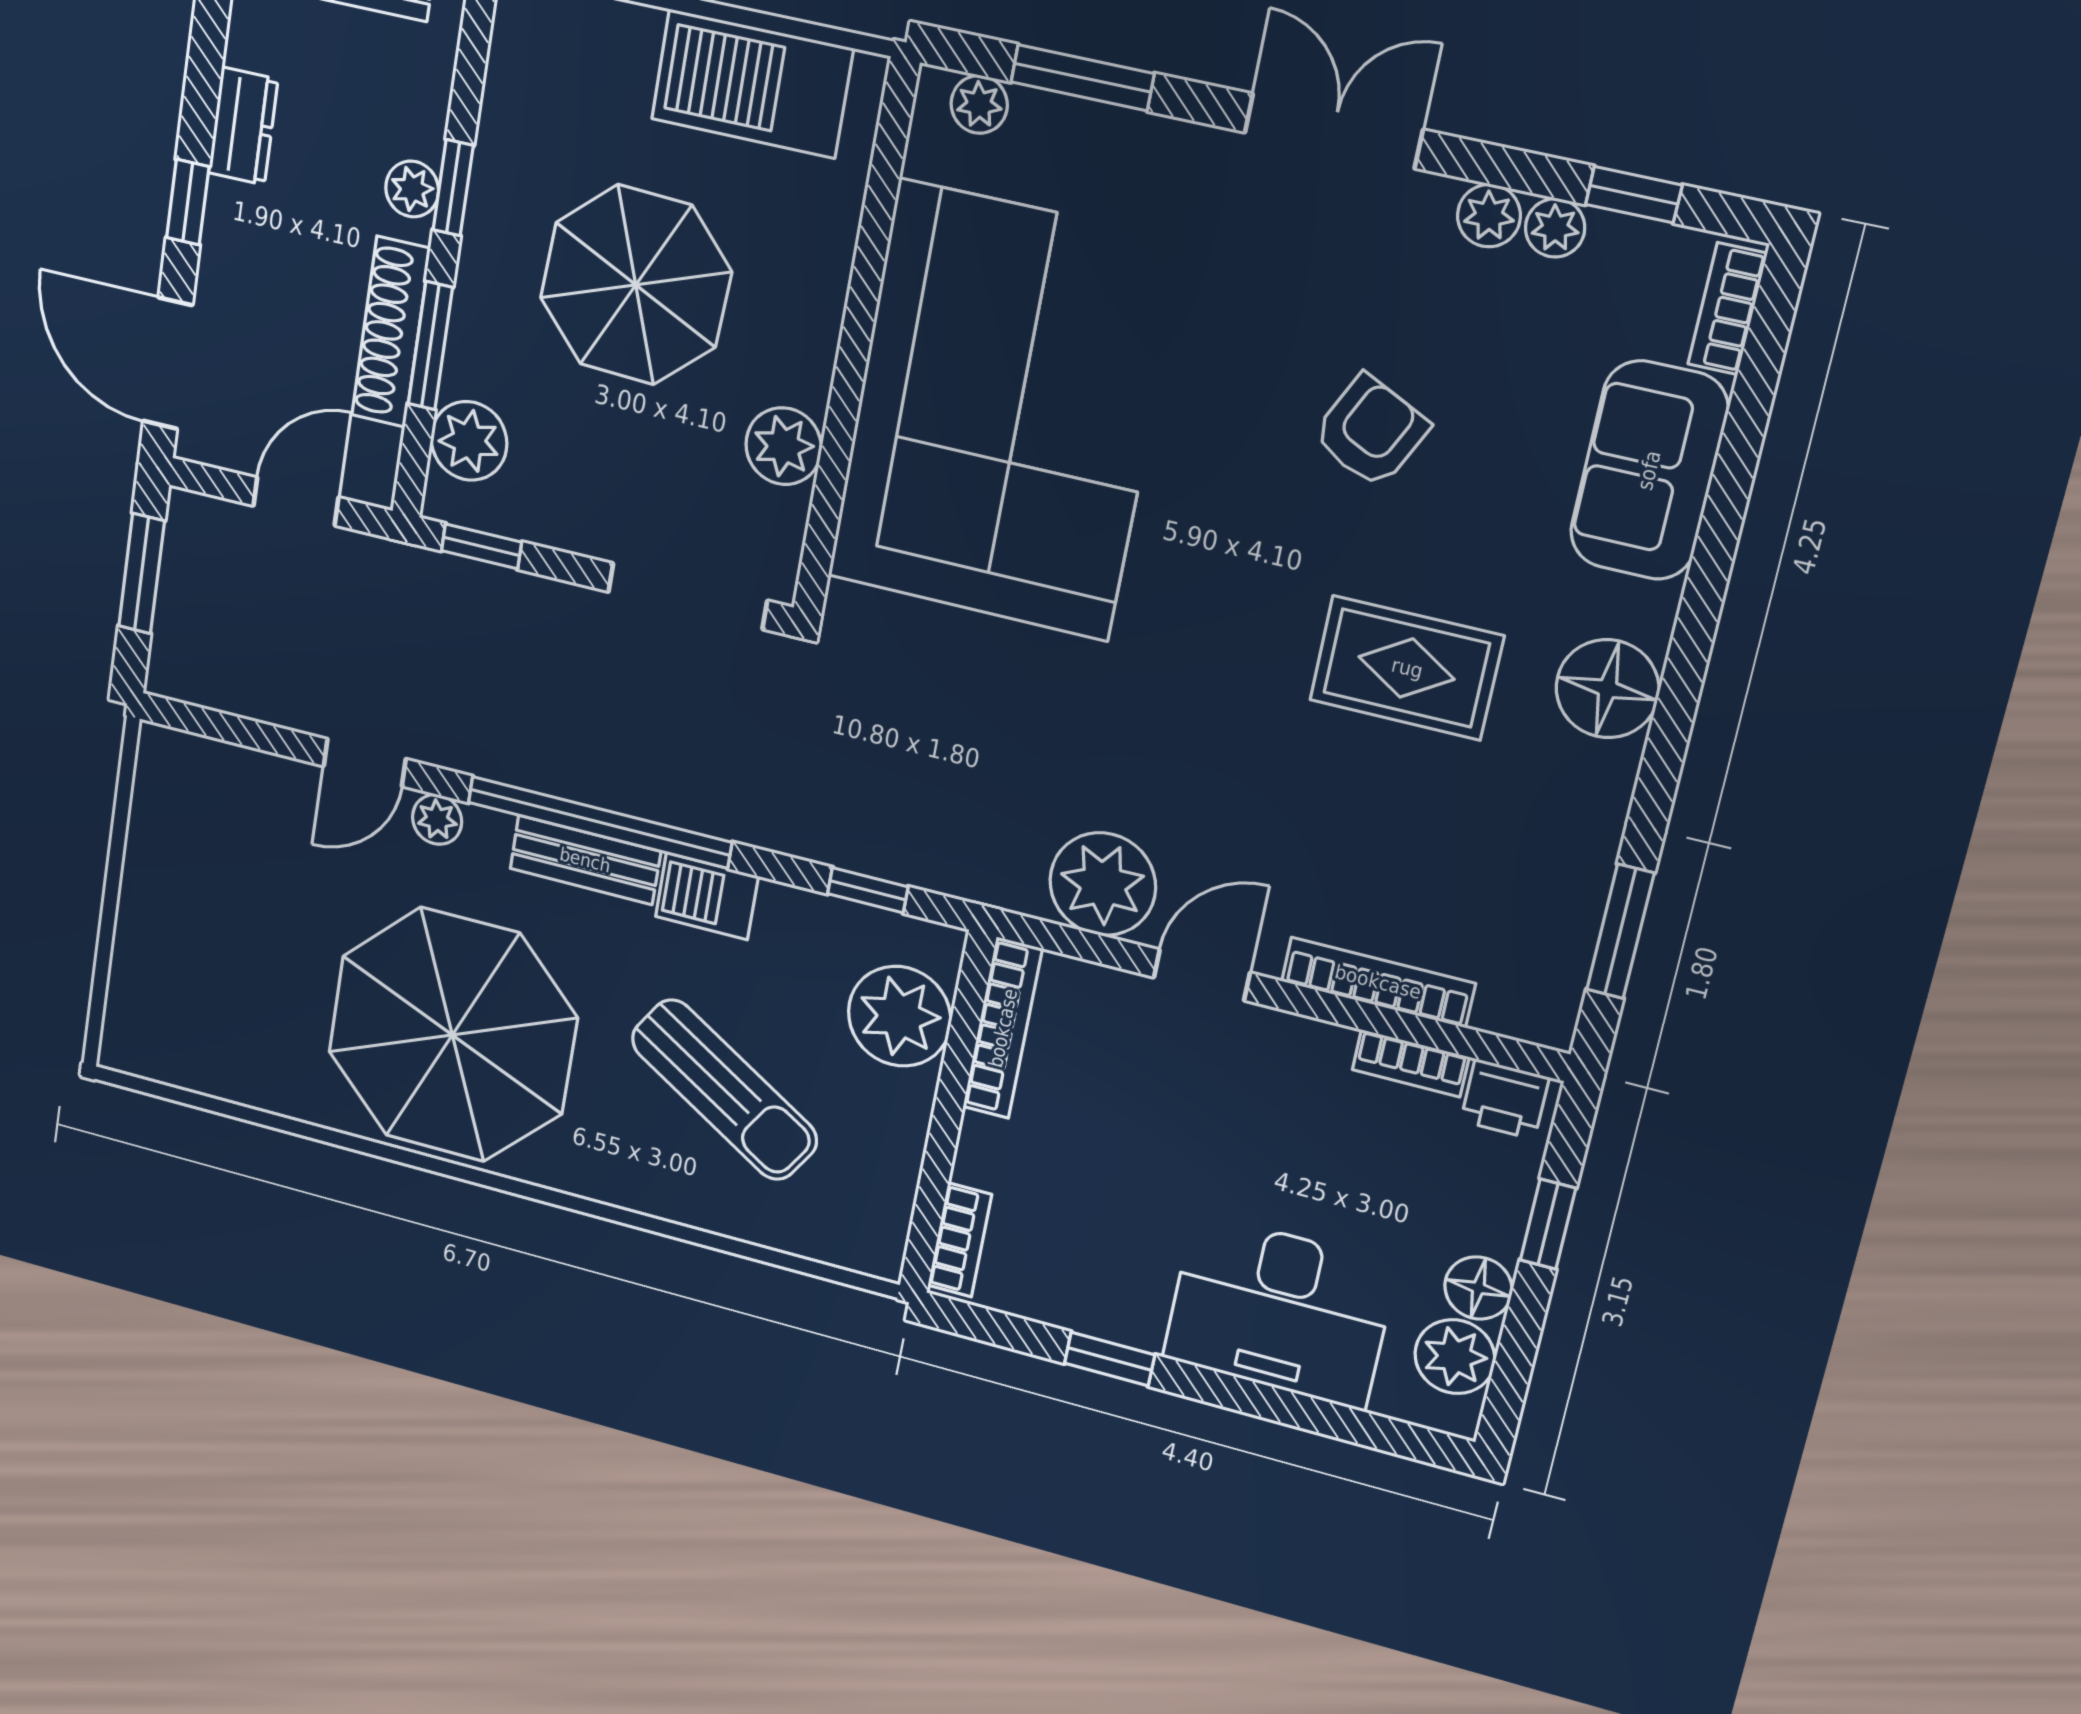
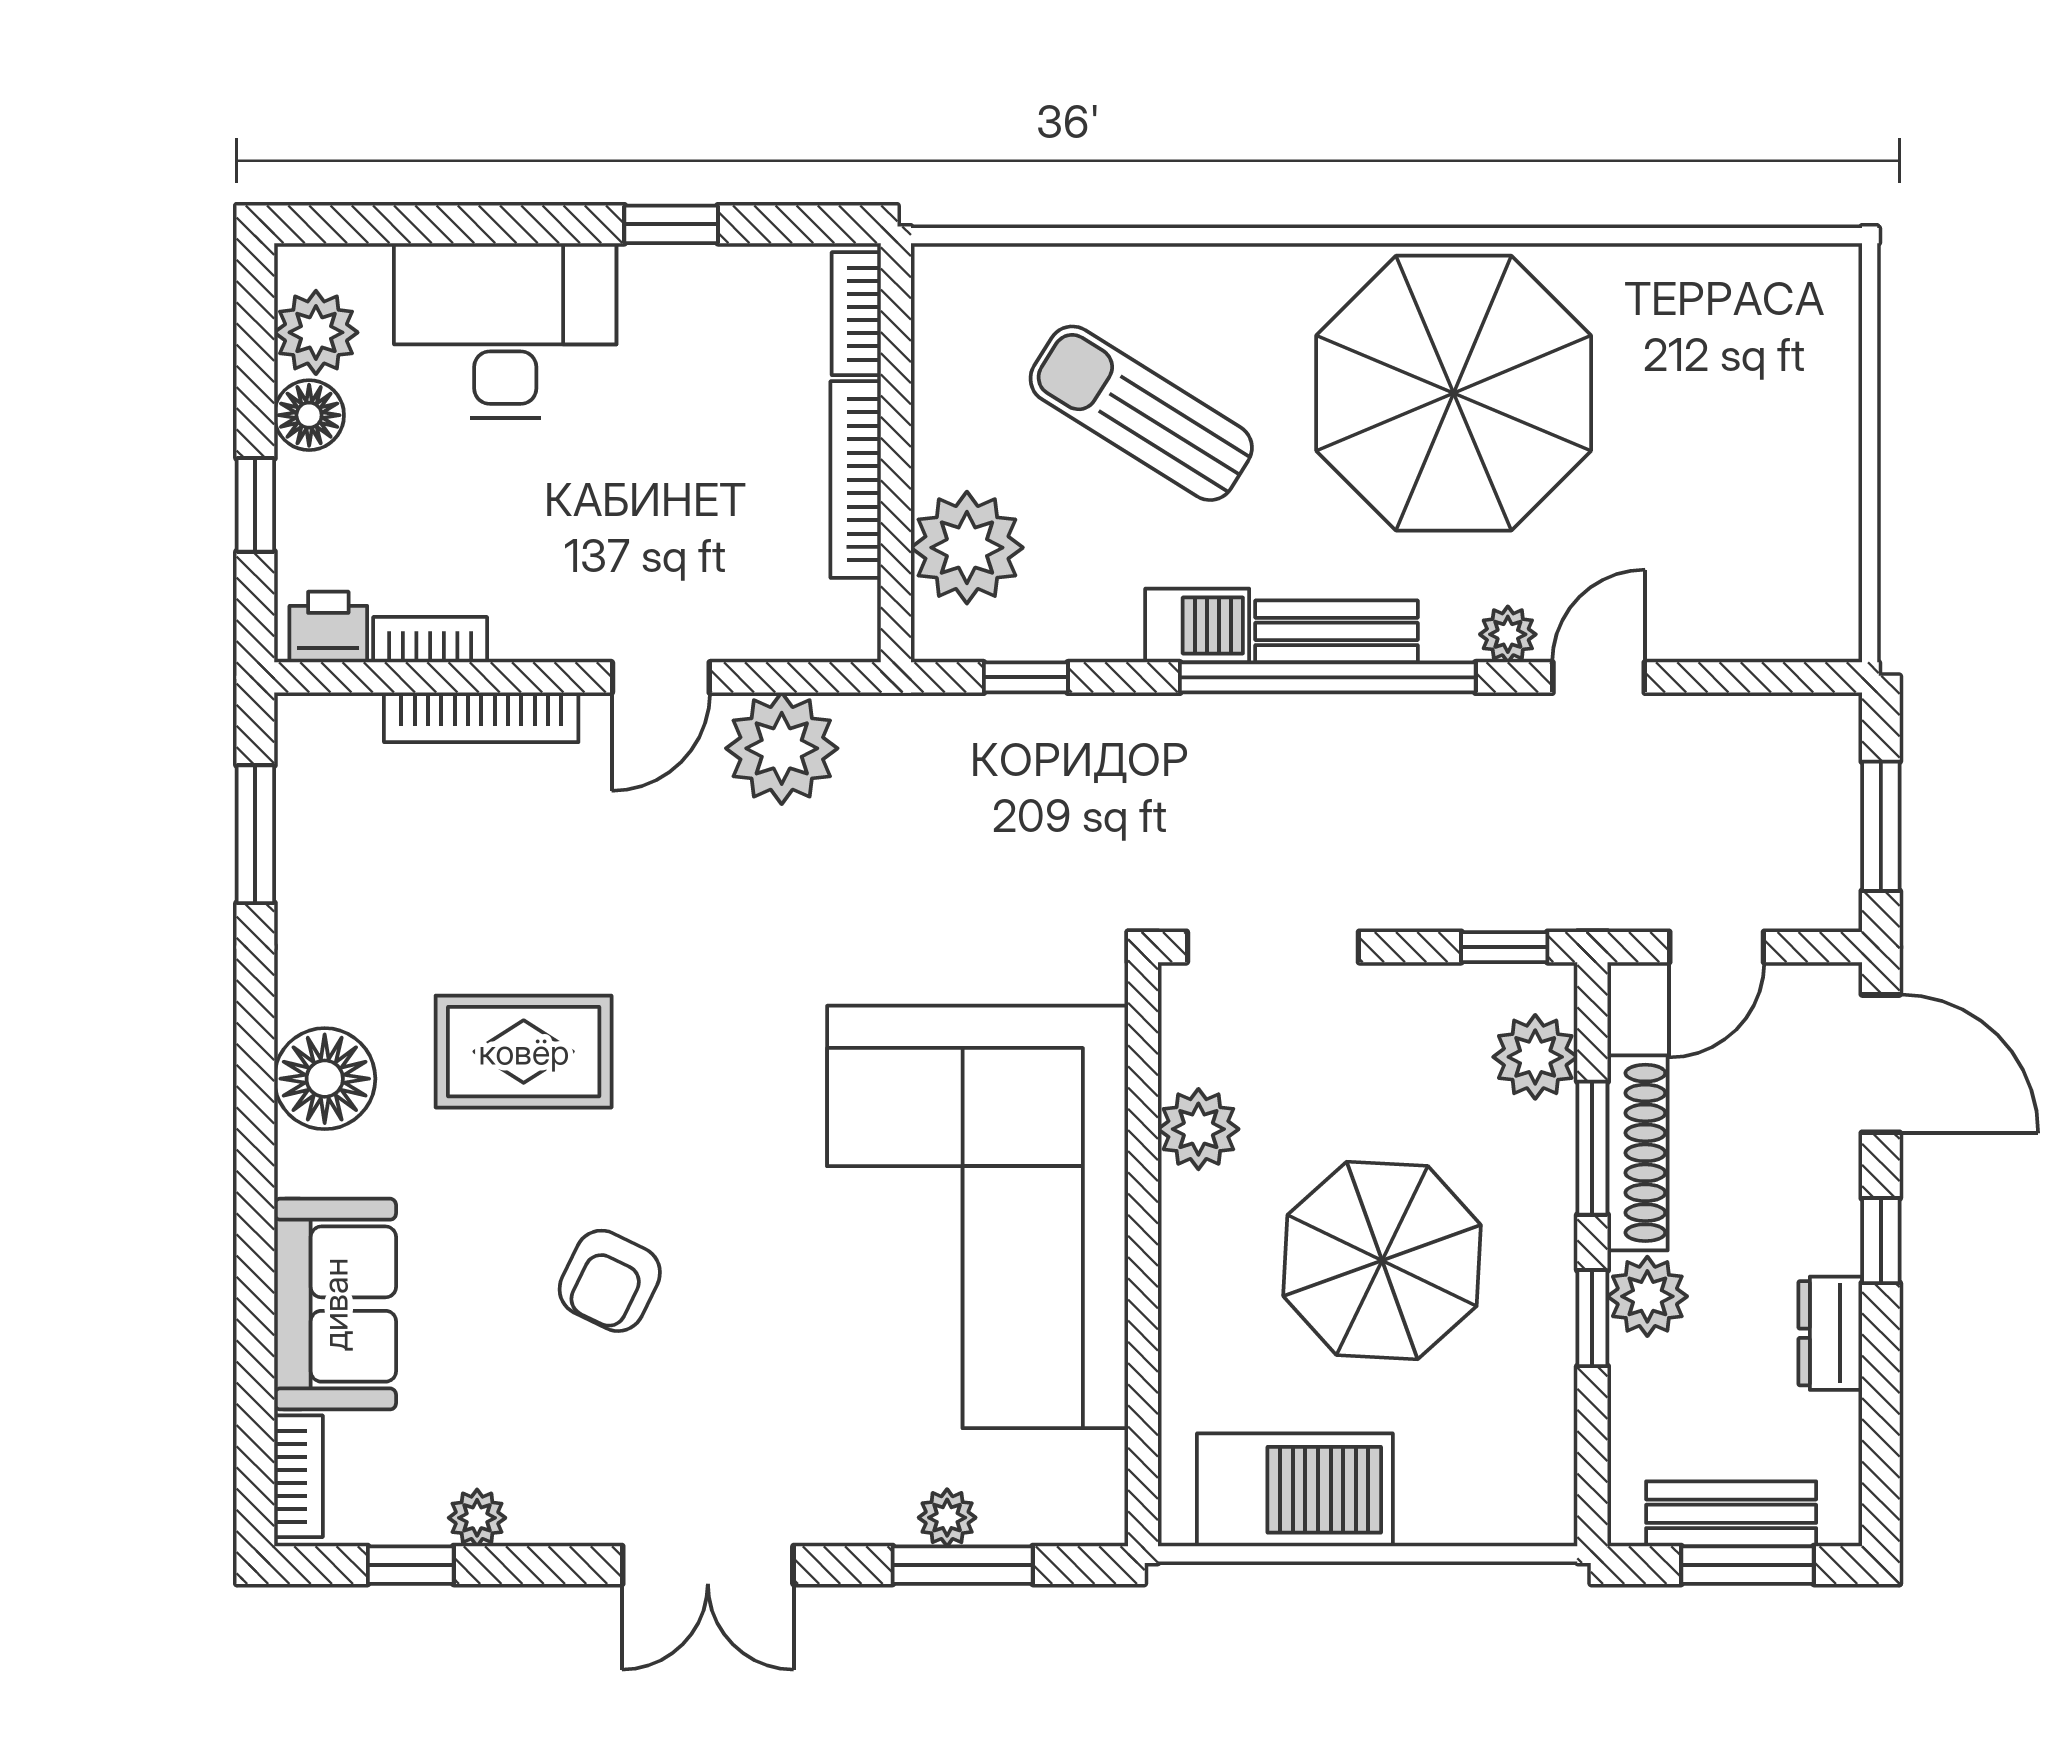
plant: (979, 104) -> (947, 1518), moved
plant: (412, 189) -> (1647, 1296), width x1.38, depth x1.38
plant: (1489, 216) -> (542, 1516), removed
bookcase: (1003, 1028) -> (856, 480), moved

